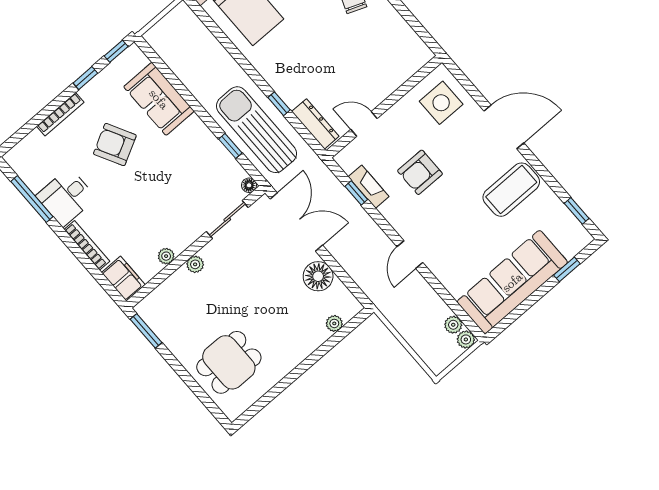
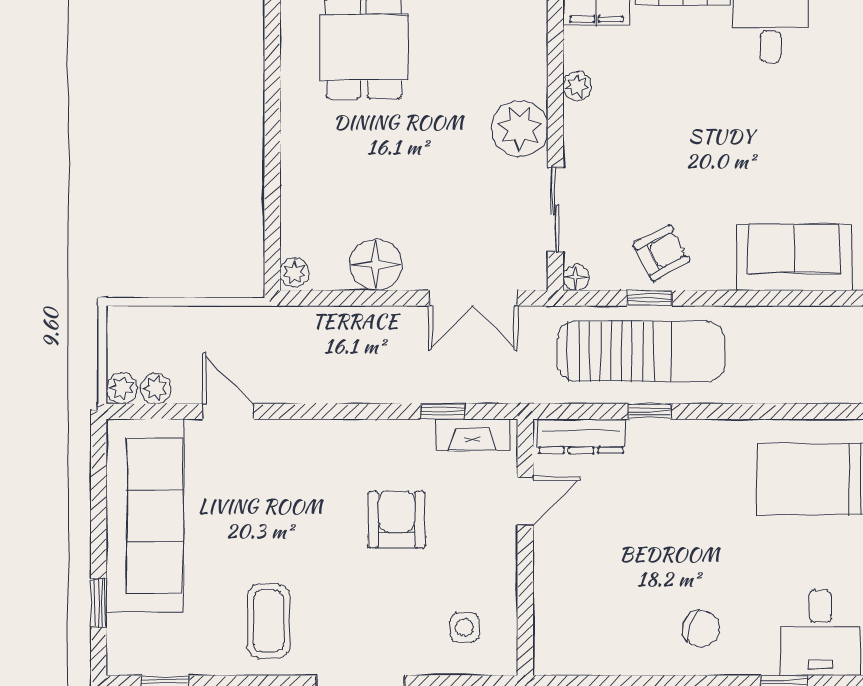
side table: (441, 103) -> (465, 628), width x0.54, depth x0.54
armchair: (115, 145) -> (661, 253), moved, width x0.72, depth x0.72
fireplace: (369, 187) -> (472, 435), moved
coffee table: (511, 190) -> (269, 621), width x0.73, depth x0.76
double door: (296, 222) -> (473, 298), width x0.73
door: (410, 255) -> (228, 411), moved
plant: (195, 264) -> (520, 128), width x1.87, depth x1.87
plant: (334, 323) -> (294, 273), moved

